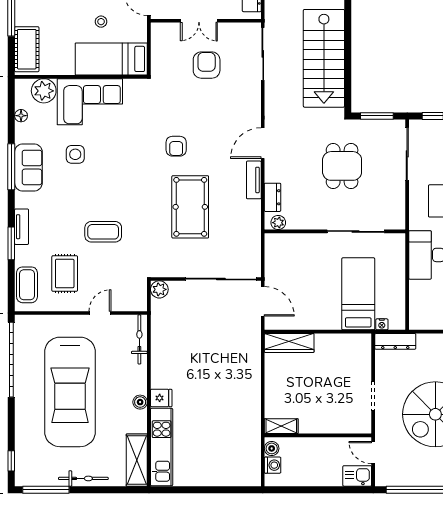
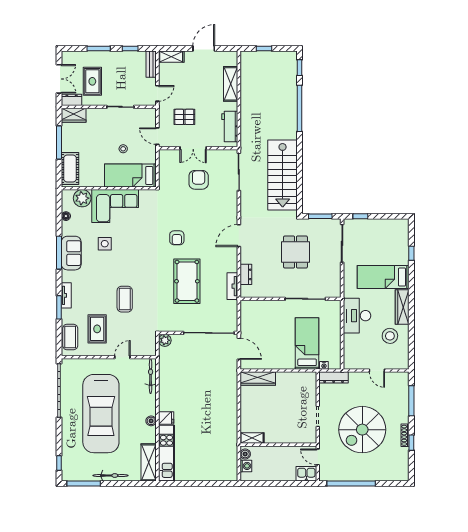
tv unit: (254, 180) -> (232, 286), moved
plant: (278, 223) -> (250, 292), removed
coffee table: (103, 232) -> (125, 299), turned 90

